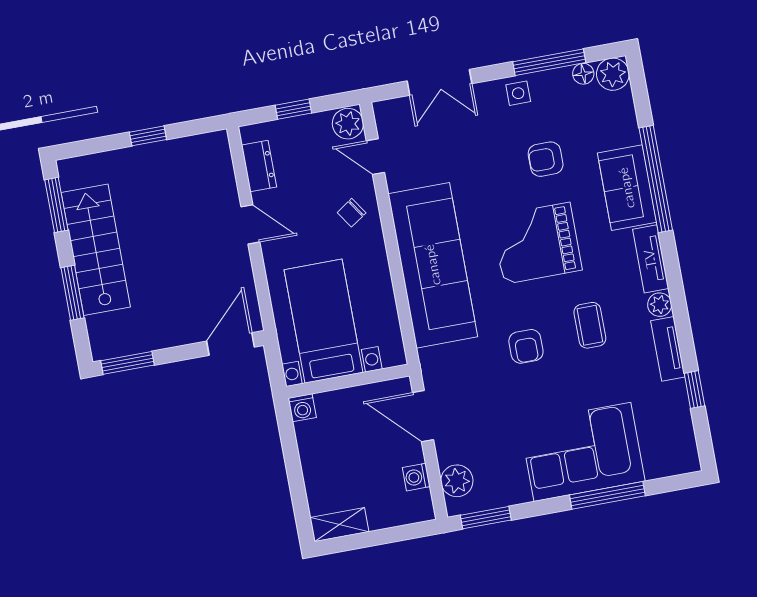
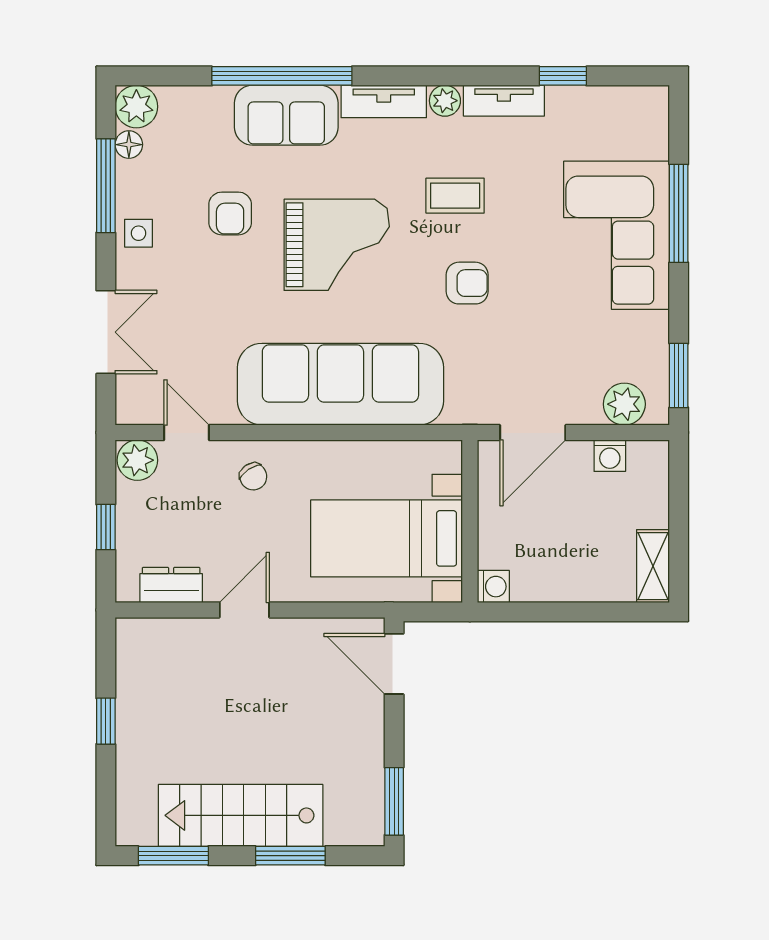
door: (375, 157) -> (187, 433), swing flipped
grand piano: (537, 243) -> (337, 245), turned -90

